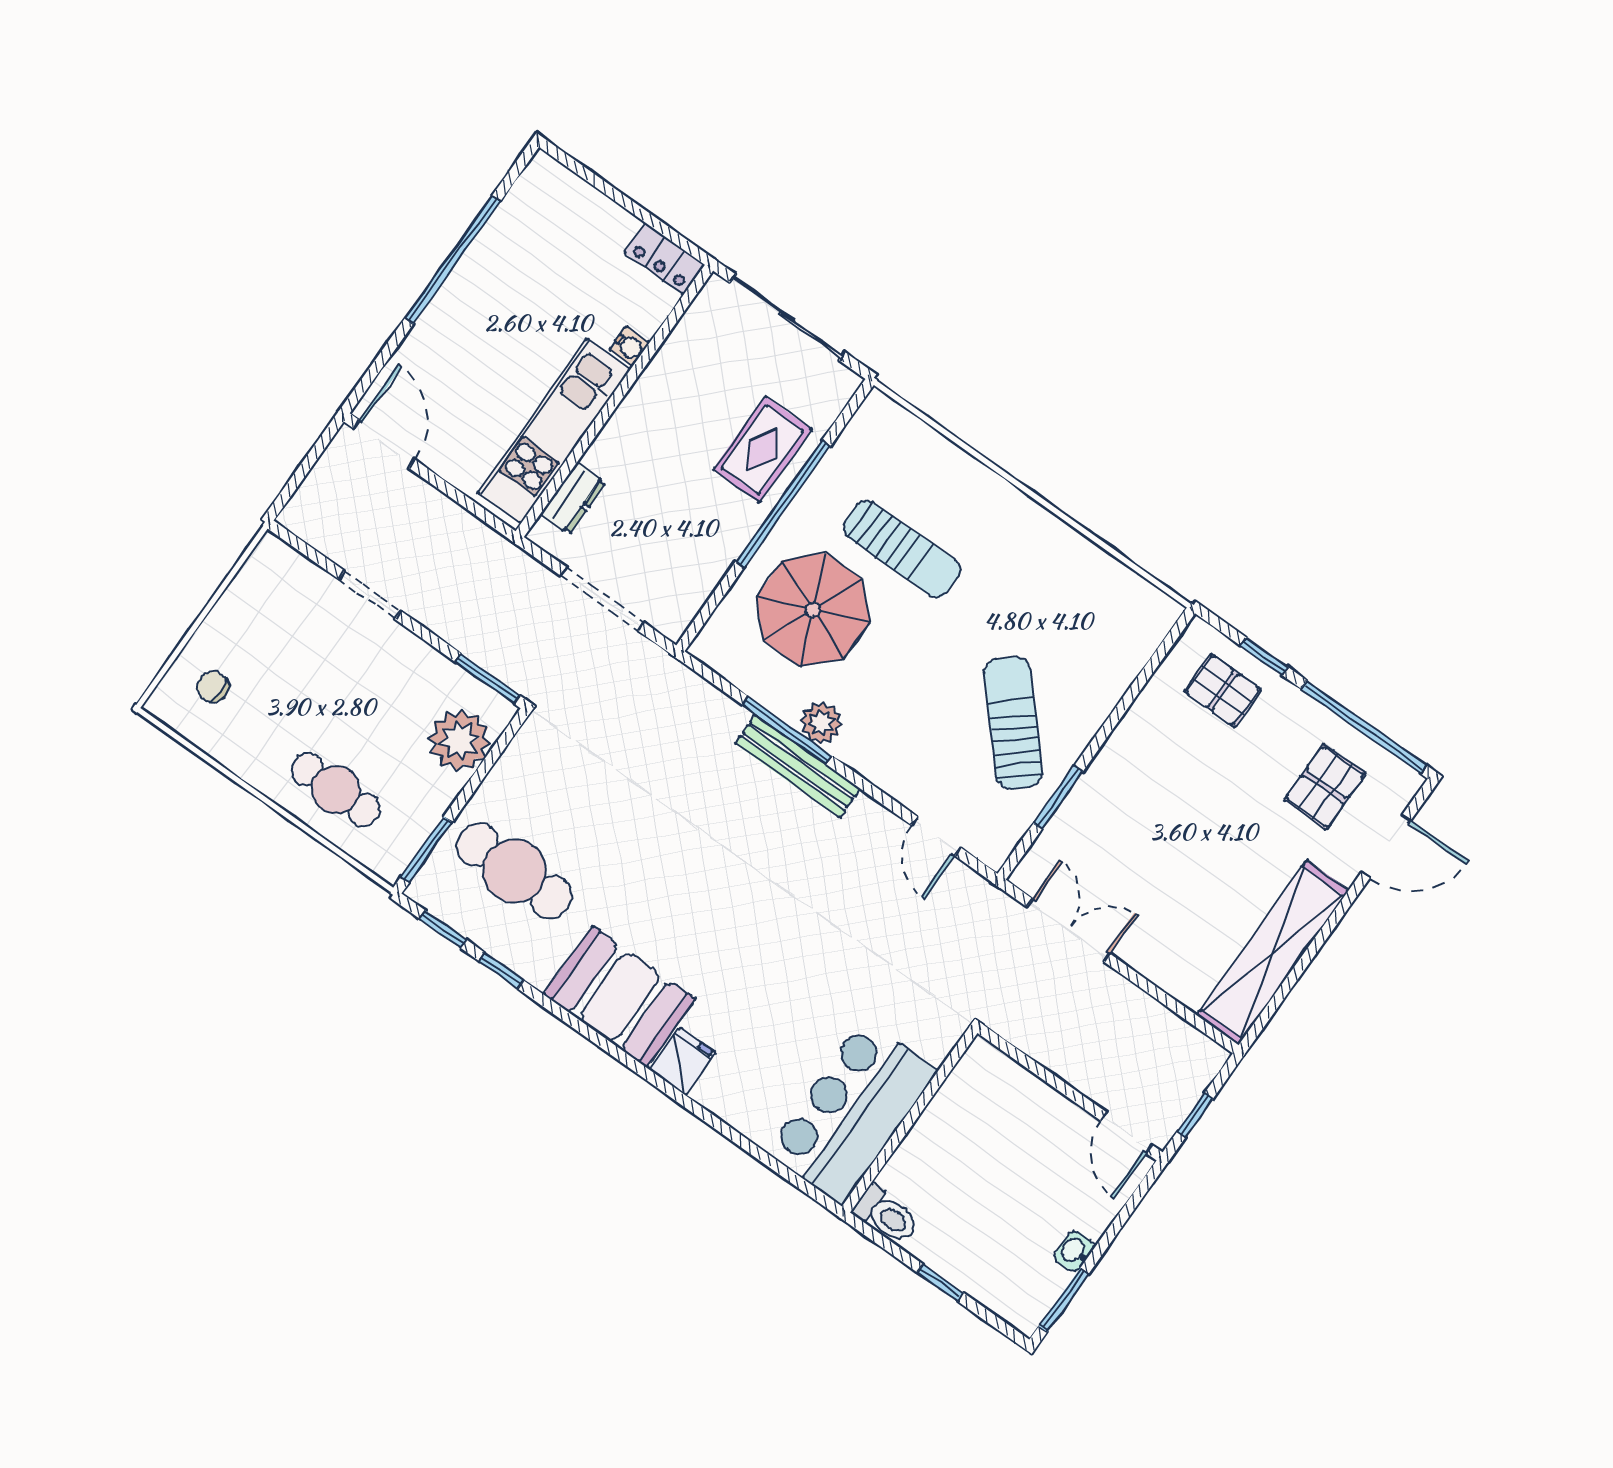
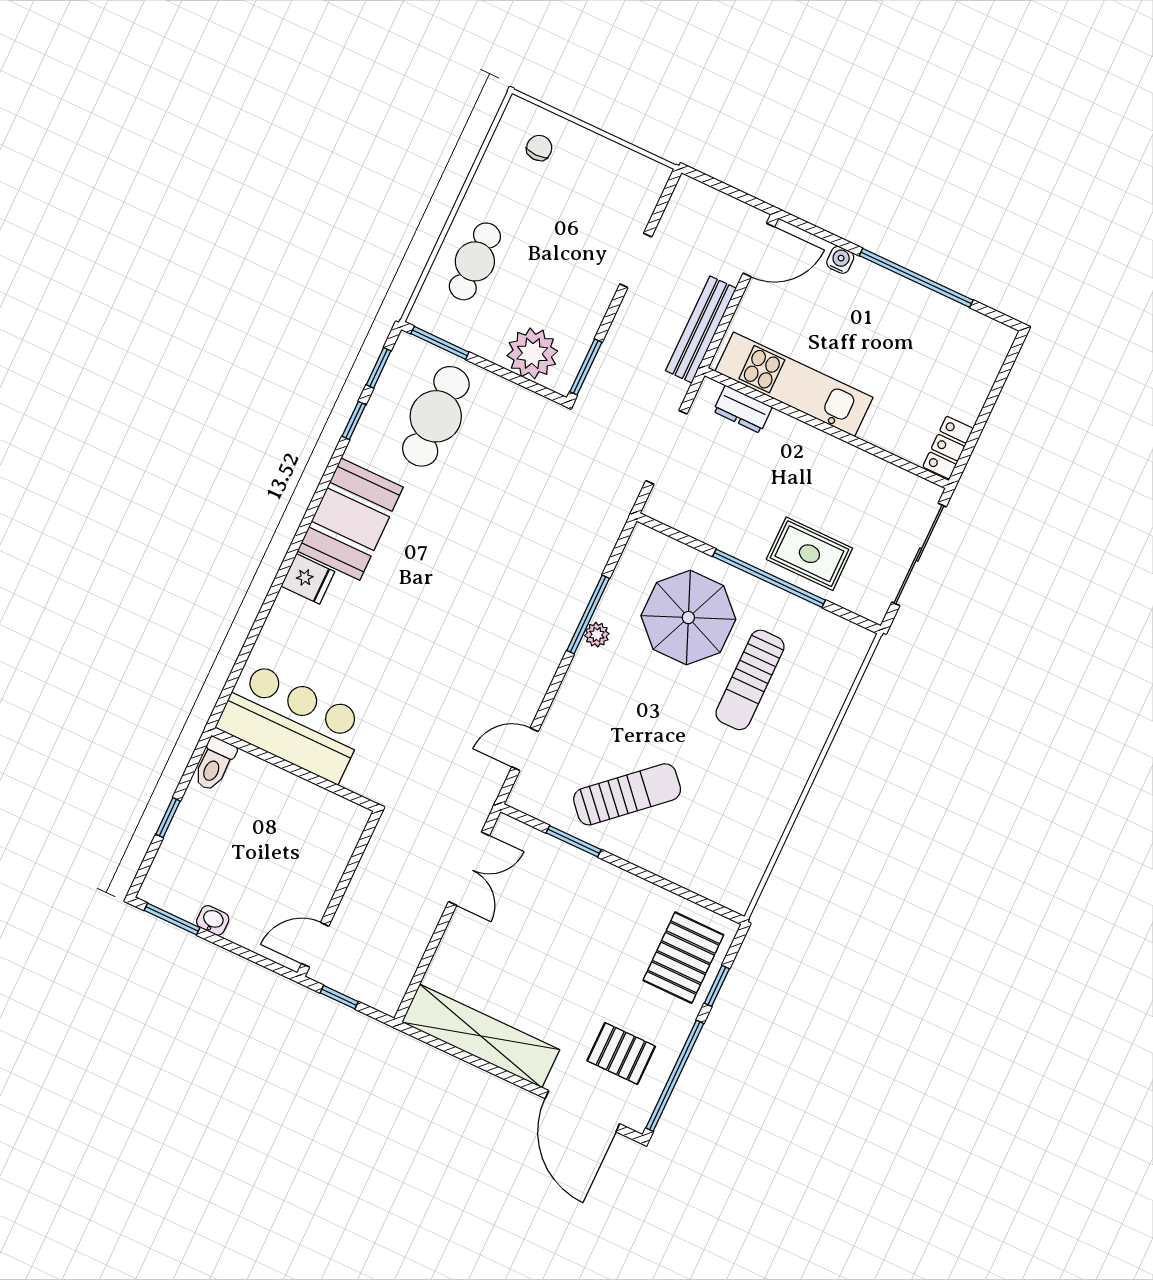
water cooler: (629, 346) -> (840, 260), moved, turned 180
pallet: (1223, 691) -> (683, 958), width x1.50, depth x1.42
plant: (821, 723) -> (597, 635), width x0.73, depth x0.73
bench: (798, 766) -> (701, 329), moved
door: (1386, 846) -> (582, 1111), width x1.36

